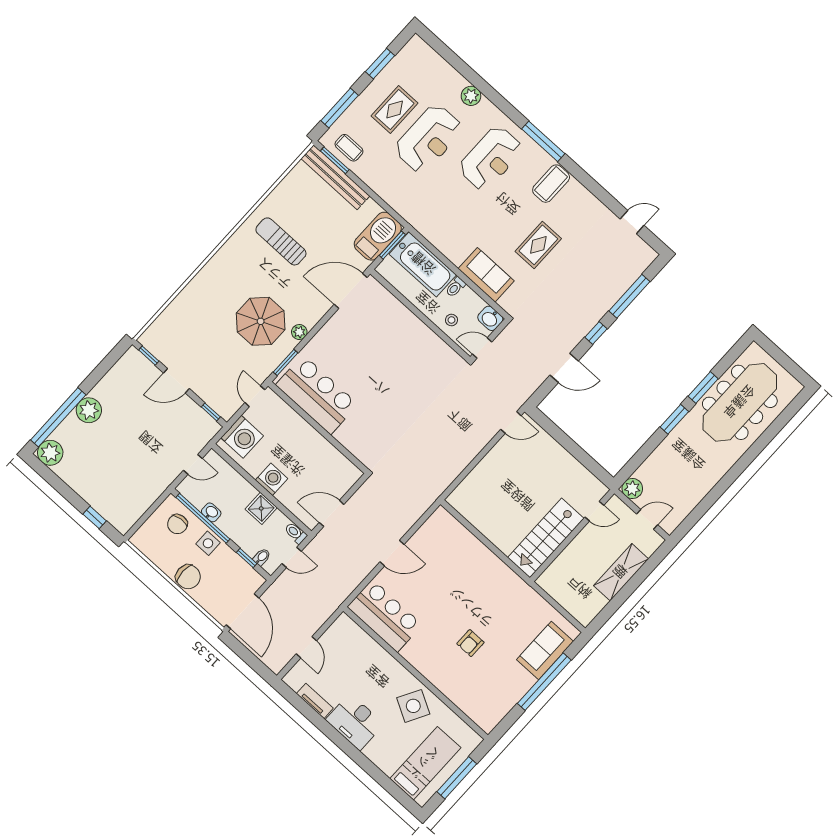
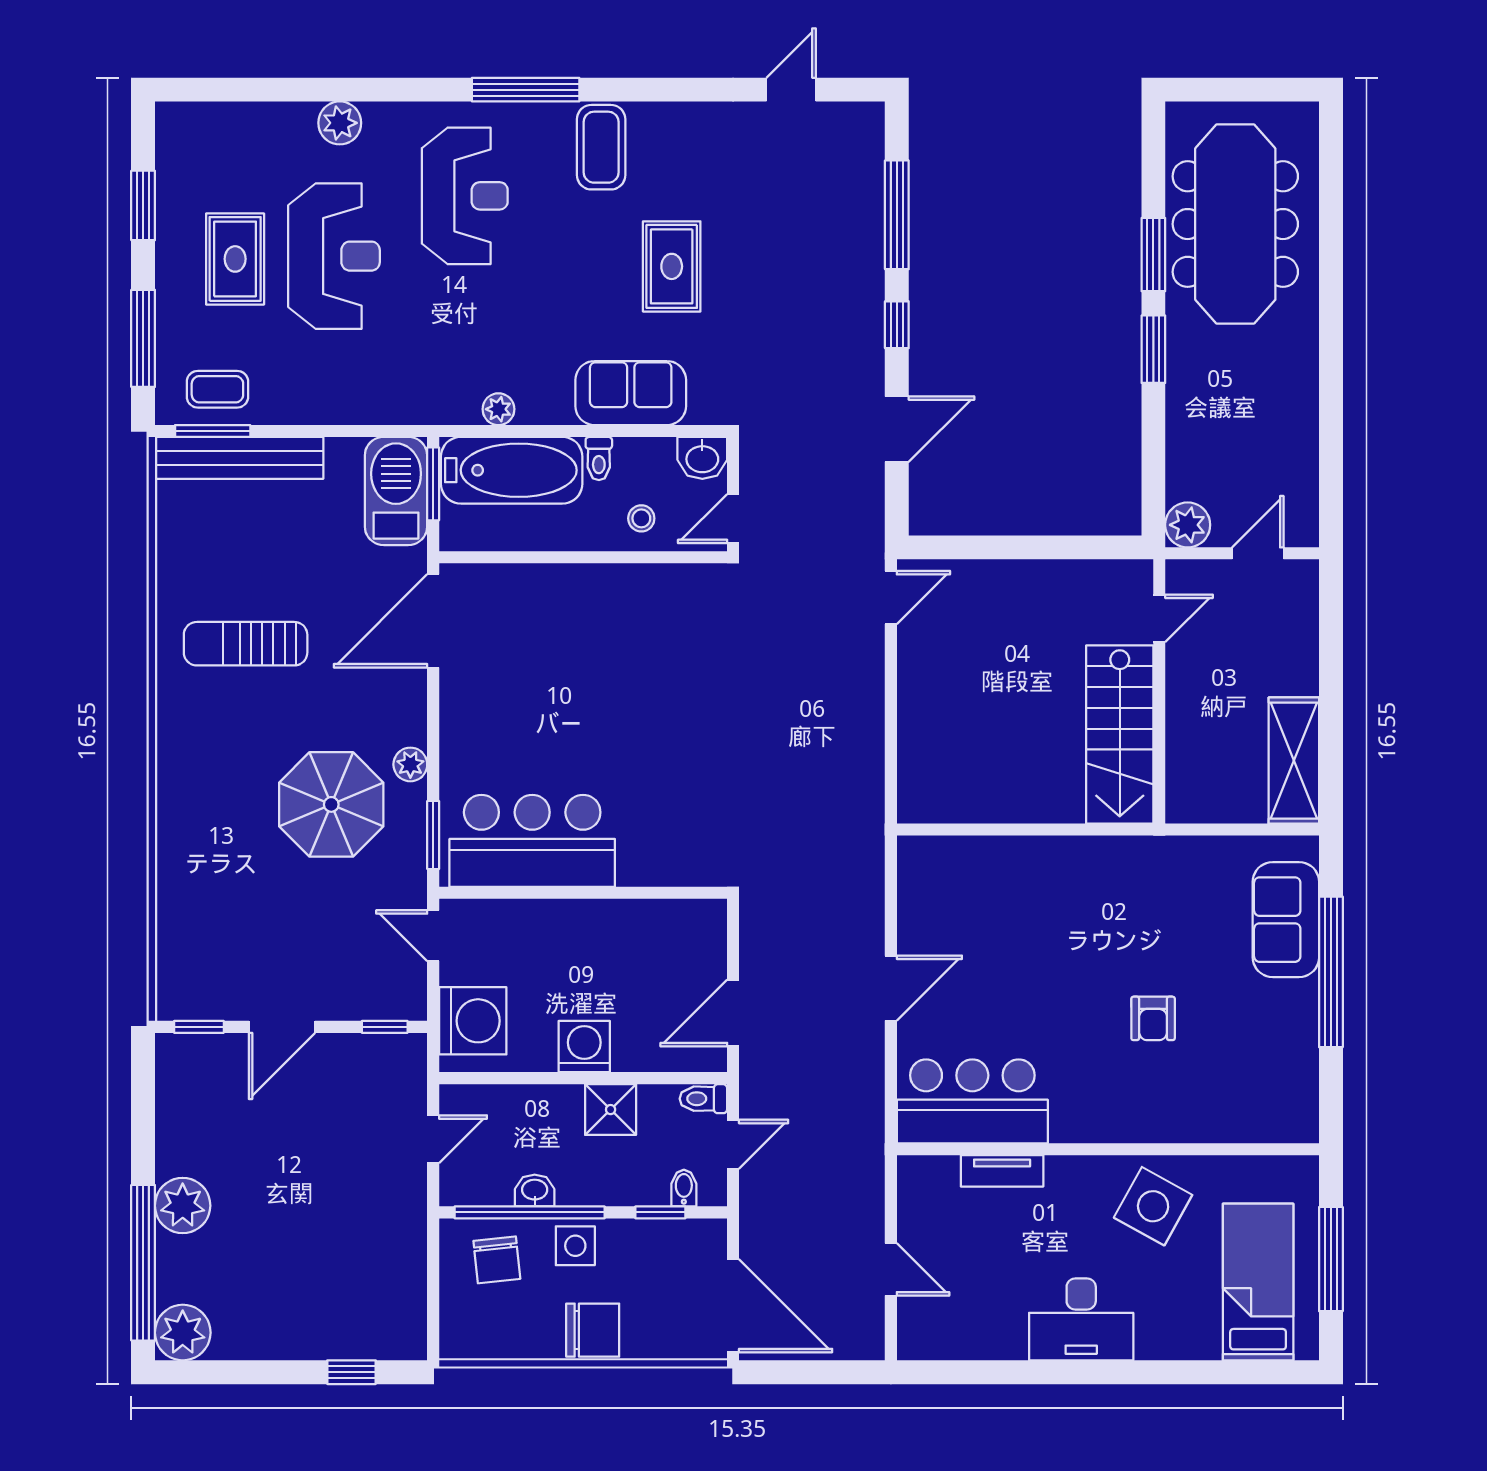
plant: (437, 240) -> (498, 409), added
shelving: (621, 572) -> (1294, 761), moved
tv unit: (315, 701) -> (1002, 1171), moved, turned 180

